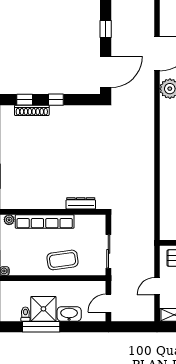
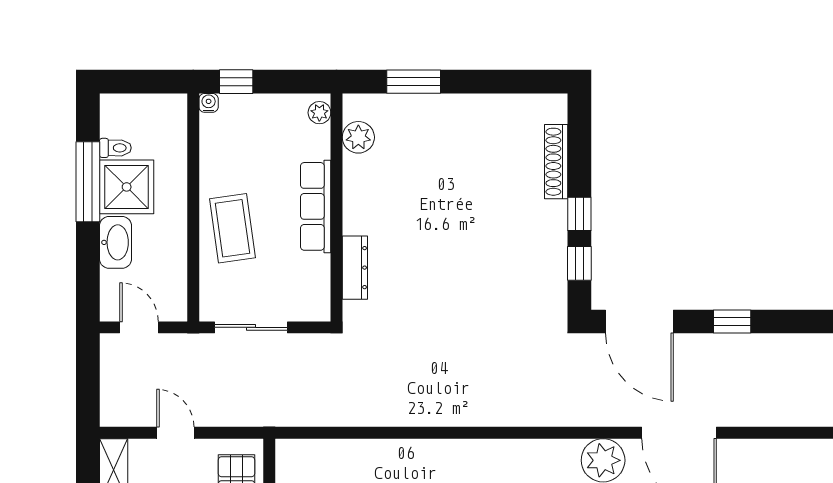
window: (25, 100) -> (579, 263), moved
plant: (21, 202) -> (358, 137), added
row of seats: (45, 221) -> (316, 206), width x0.73

